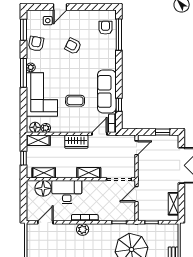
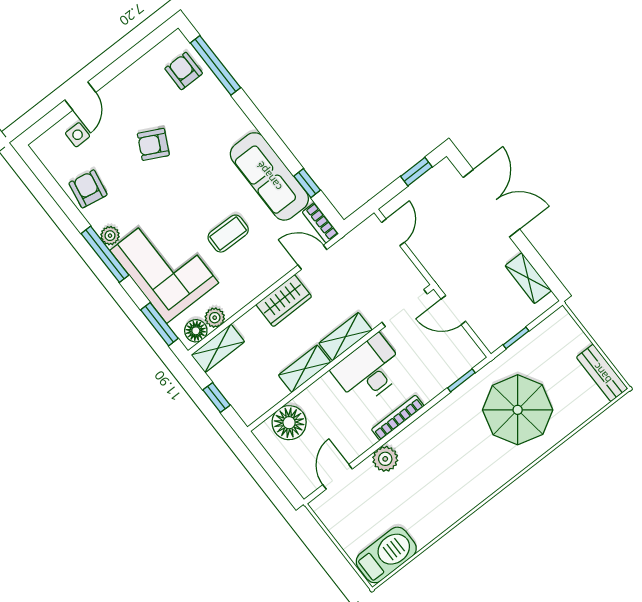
window: (23, 30) -> (159, 324), moved
door: (99, 134) -> (312, 257), hinge flipped
shelving: (44, 173) -> (305, 369), moved
desk: (67, 192) -> (369, 370), moved
door: (136, 194) -> (453, 310), hinge flipped
plant: (83, 229) -> (385, 459), moved

